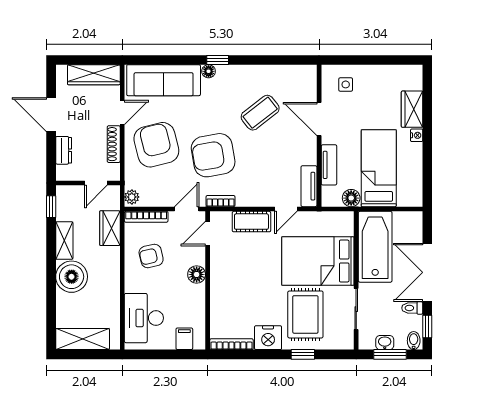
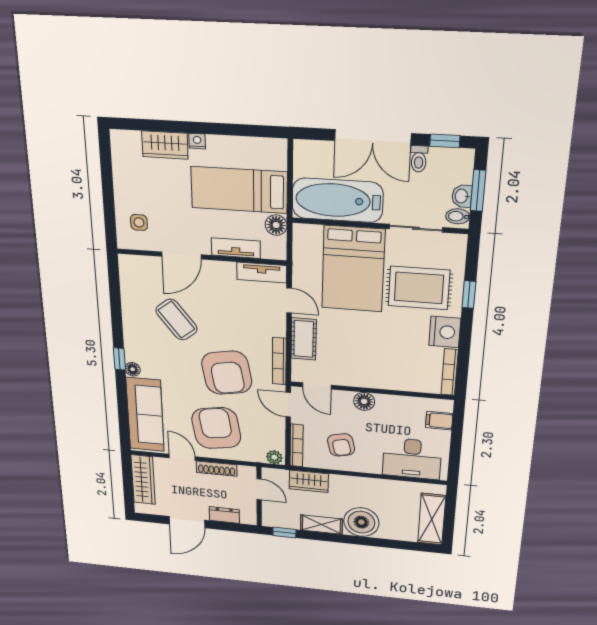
armchair: (156, 145) -> (216, 428), turned 95
bookcase: (221, 201) -> (279, 361), width x1.56
bidet: (414, 341) -> (458, 216), moved

